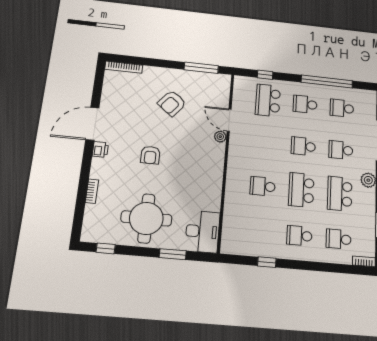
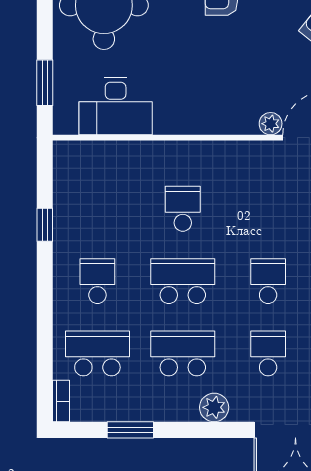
desk: (202, 232) -> (116, 106), moved
school desk: (339, 239) -> (97, 353), width x1.85
window: (173, 254) -> (45, 83), moved

